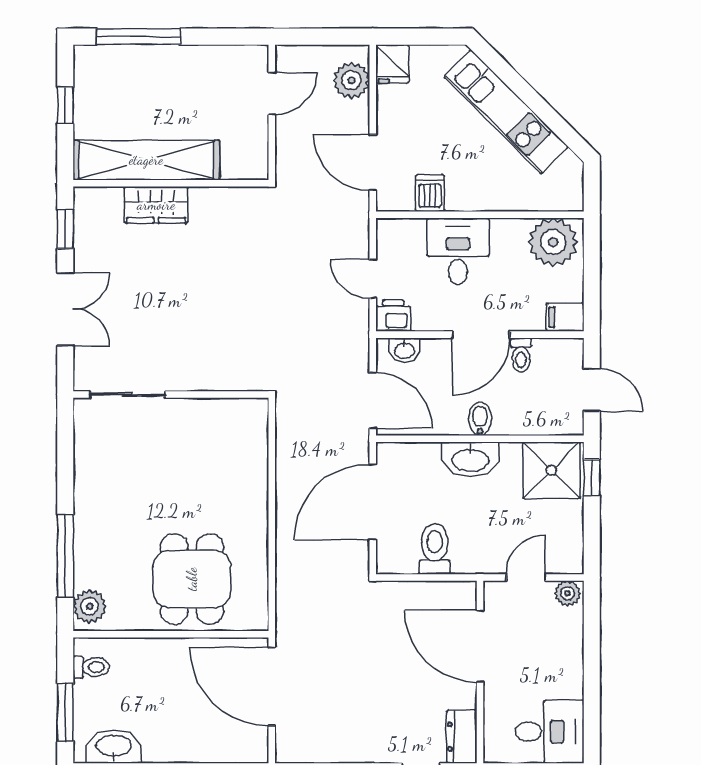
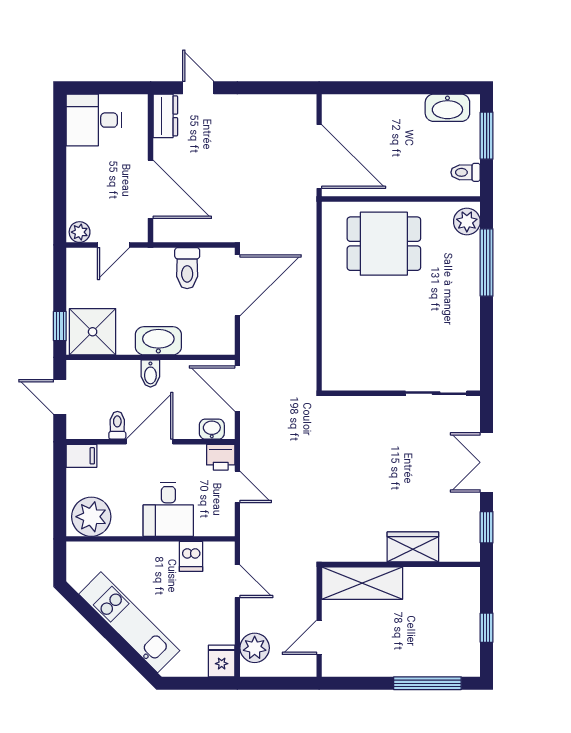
shelving: (146, 160) -> (362, 583), moved, width x0.68
door: (373, 162) -> (237, 581), width x0.73
door: (373, 502) -> (237, 285), moved
dining table: (192, 579) -> (384, 244), turned 90

